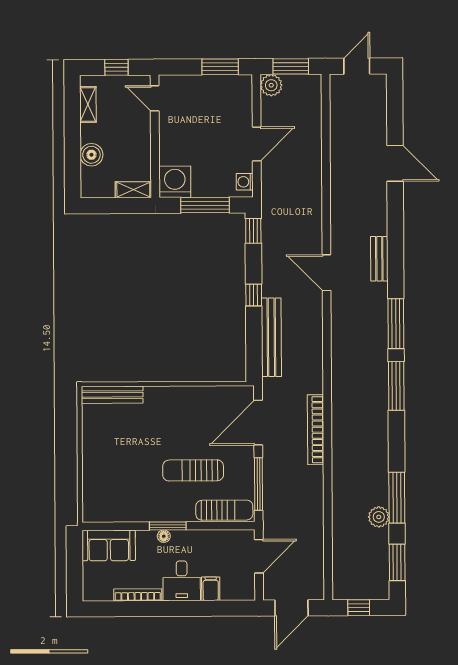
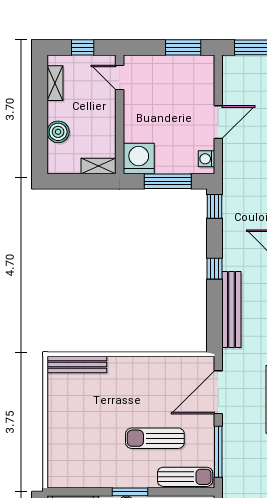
plant: (271, 85) -> (233, 65), removed

